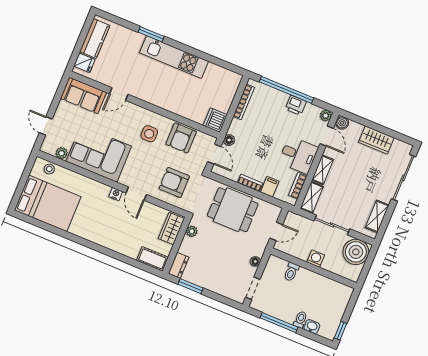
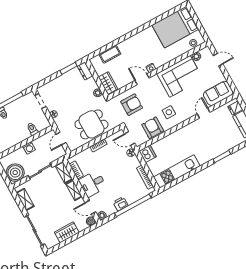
kitchen unit: (174, 57) -> (177, 172), moved
filing cabinet: (270, 187) -> (88, 154), removed
cot: (152, 259) -> (110, 54), moved

